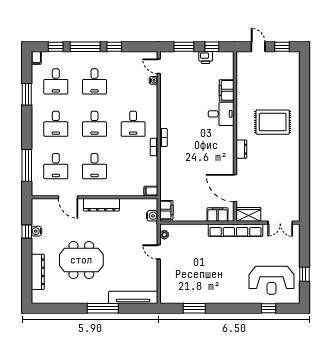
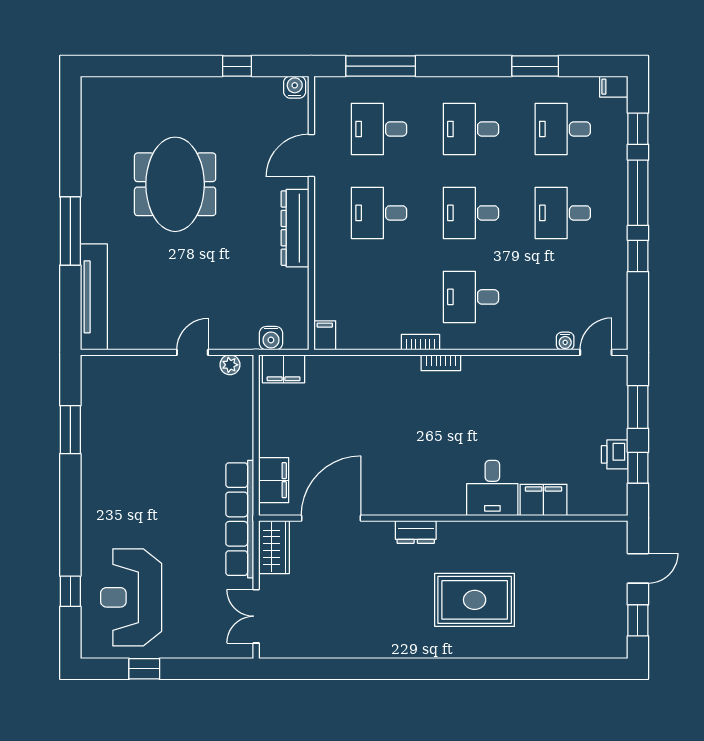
rug: (273, 122) -> (475, 600), turned 90
water cooler: (37, 231) -> (295, 87), moved
dresser: (38, 272) -> (149, 90), removed

